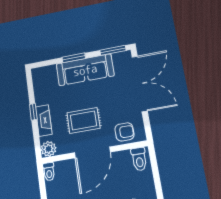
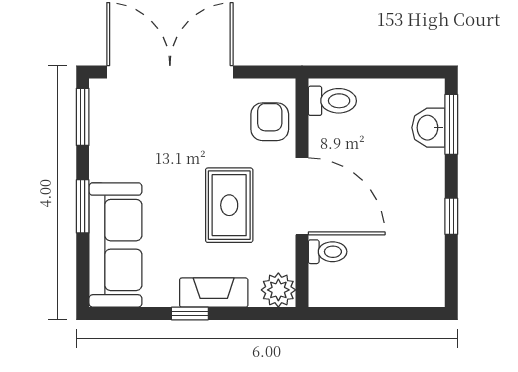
sofa: (85, 70) -> (115, 245), moved
toilet: (49, 172) -> (328, 252), moved

